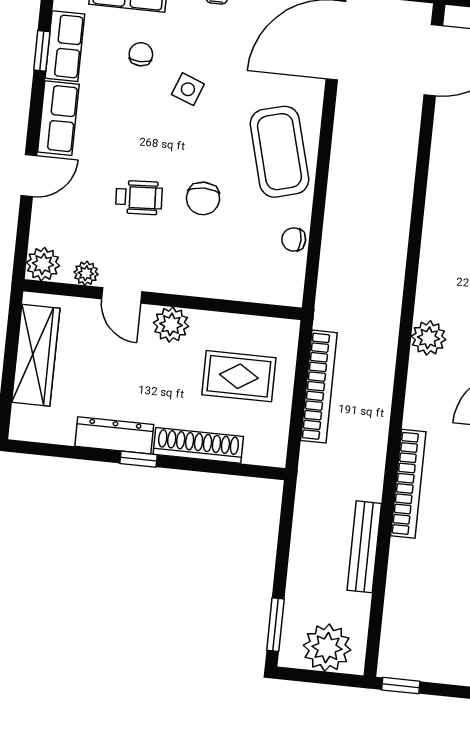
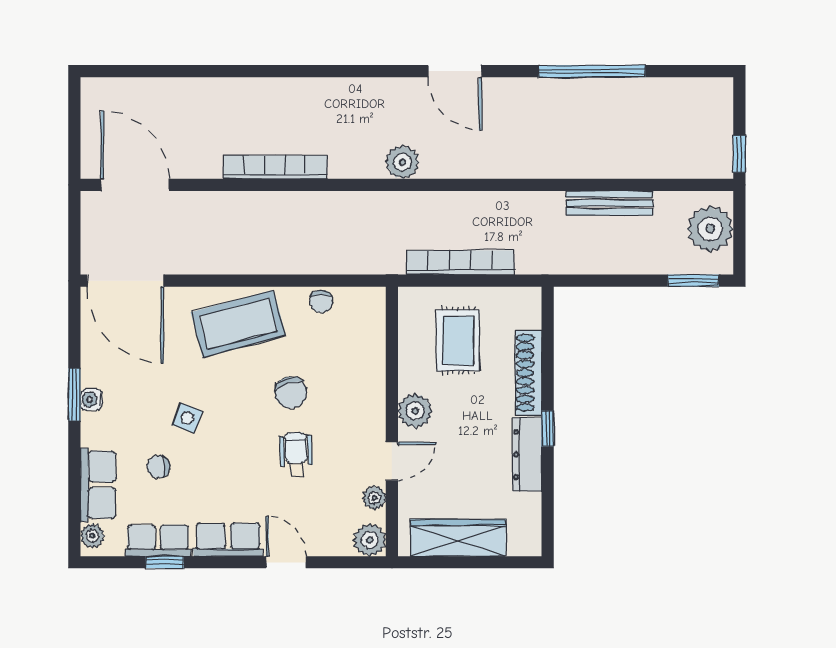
chair: (203, 198) -> (291, 393), turned 72
bookcase: (408, 484) -> (275, 167), moved

